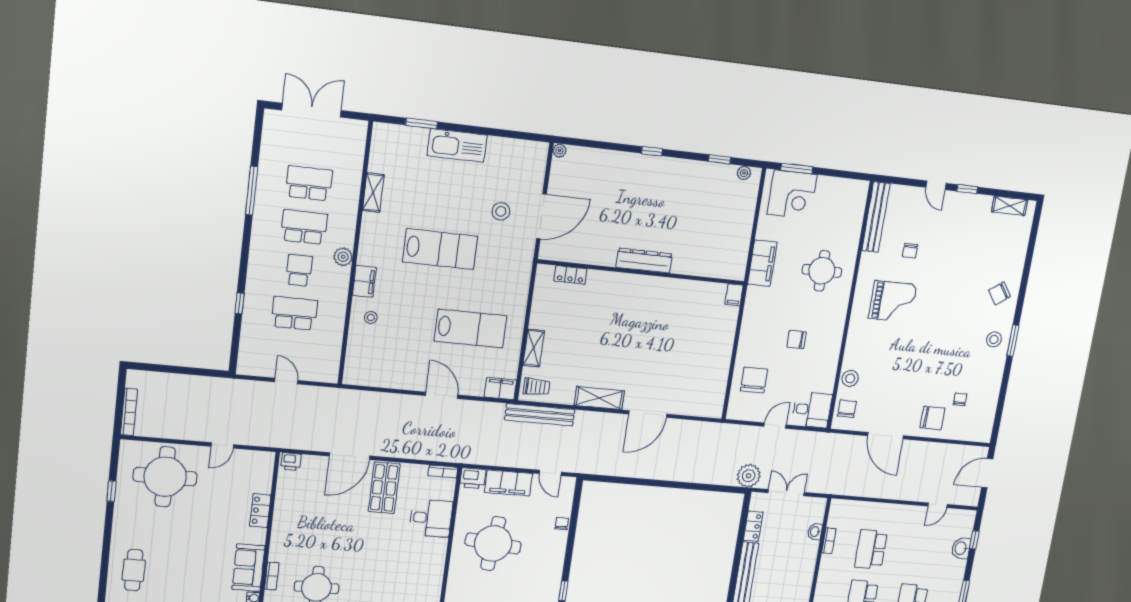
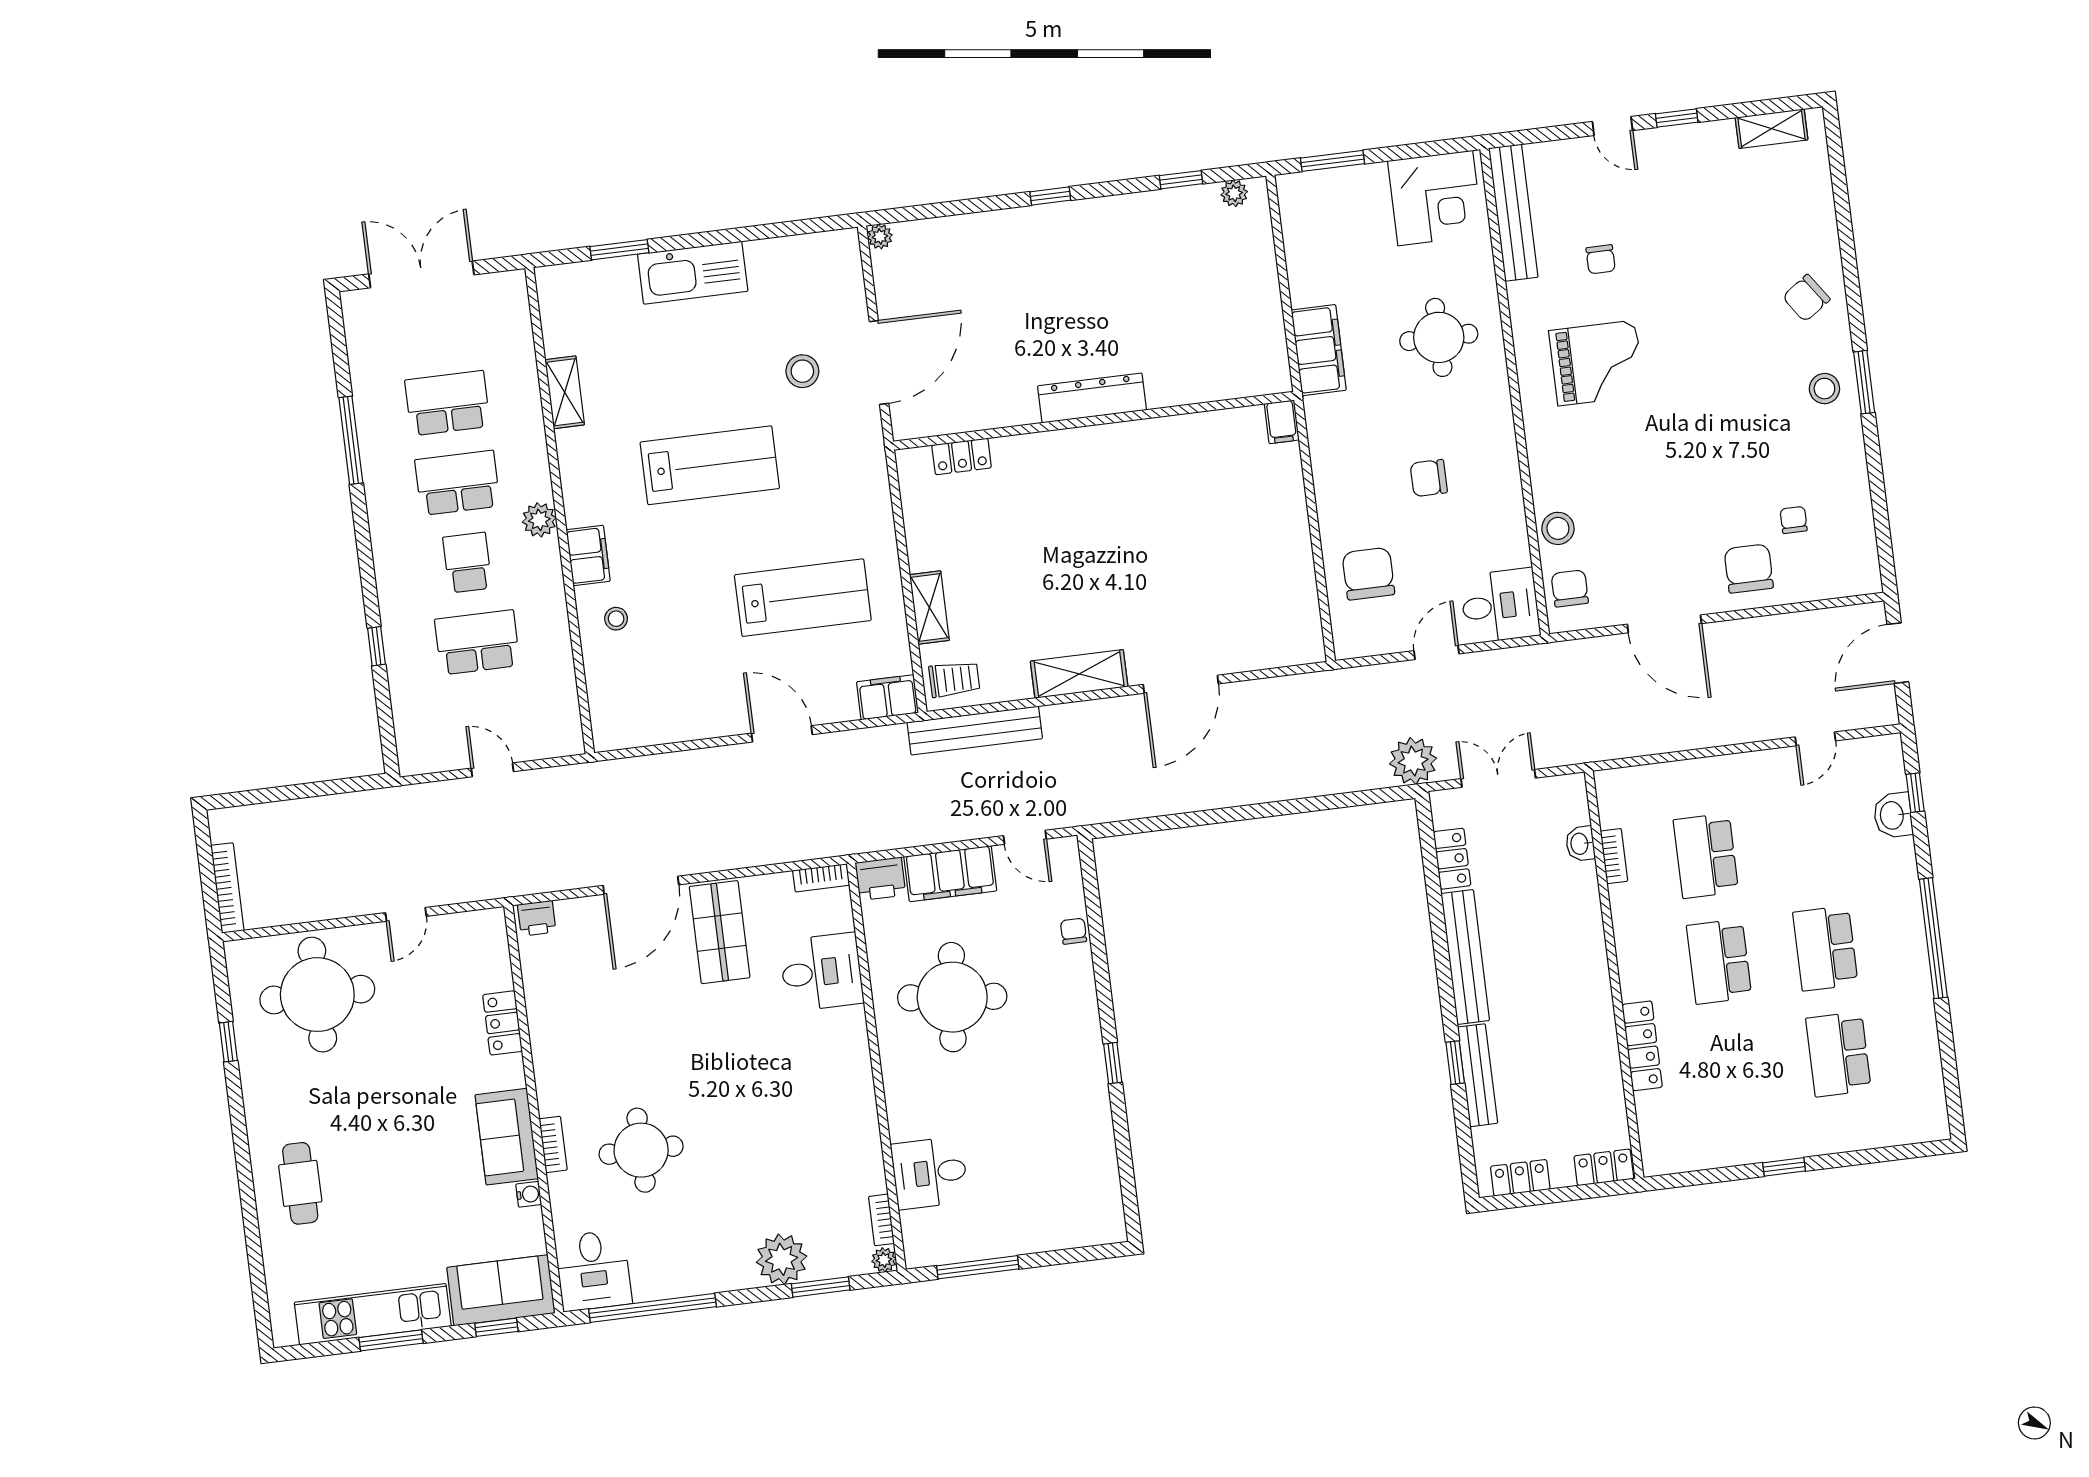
corner desk: (792, 194) -> (1435, 198), moved
chair: (932, 418) -> (1749, 569), turned -90

